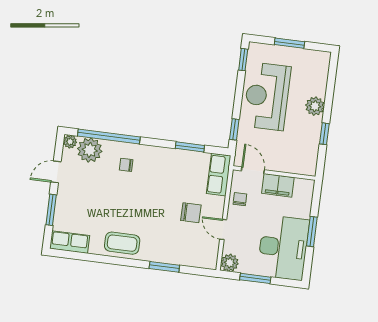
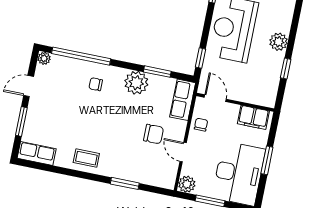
plant: (90, 150) -> (136, 83), moved
filing cabinet: (278, 185) -> (253, 117), moved
coffee table: (122, 243) -> (86, 158), width x0.73, depth x0.77

